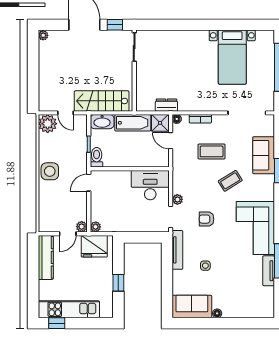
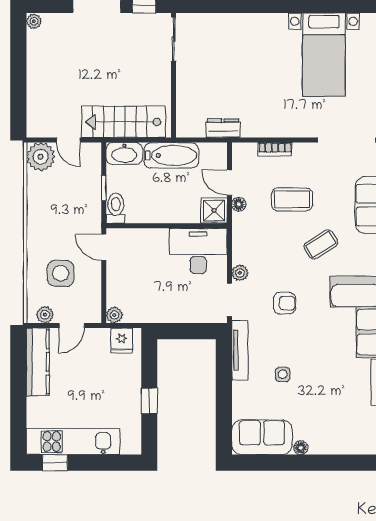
floor lamp: (177, 119) -> (239, 204), moved
shower: (160, 123) -> (214, 210), moved
side table: (50, 171) -> (61, 273), moved
door: (89, 183) -> (104, 247), hinge flipped
armchair: (207, 219) -> (285, 303), turned 180
plant: (82, 227) -> (45, 315), moved
fridge: (94, 246) -> (122, 340), width x0.53, depth x0.75

